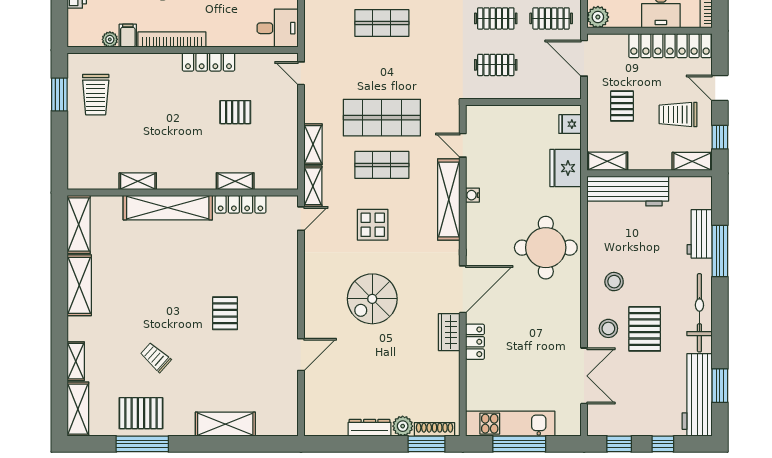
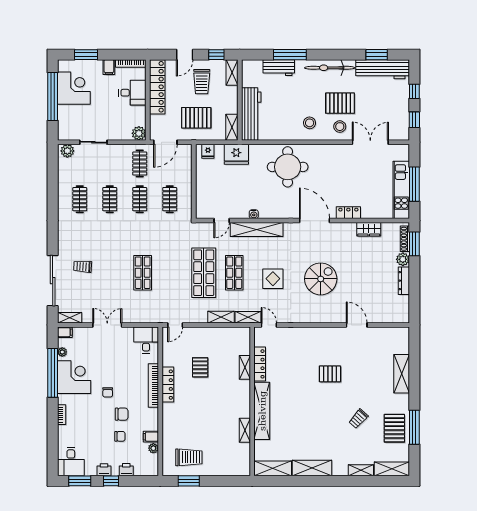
bookcase: (172, 39) -> (153, 385), moved
pallet: (622, 106) -> (196, 118), width x1.50, depth x1.42
spiral stairs: (372, 299) -> (321, 279), turned -90
wardrobe: (449, 332) -> (369, 229), moved

